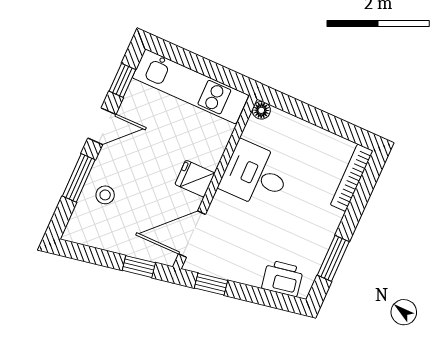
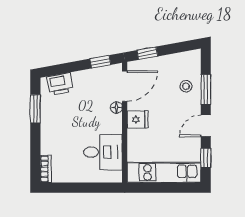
floor lamp: (261, 110) -> (116, 107), moved
desk: (255, 175) -> (103, 152), moved
bookcase: (352, 178) -> (46, 169), width x0.64

